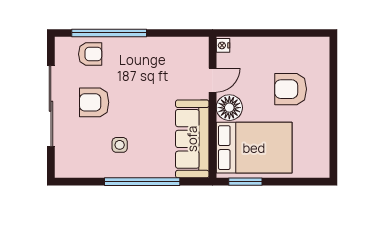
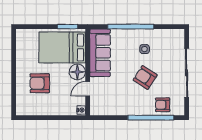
armchair: (291, 89) -> (40, 83), turned 180
armchair: (94, 102) -> (145, 77), moved, turned -147

